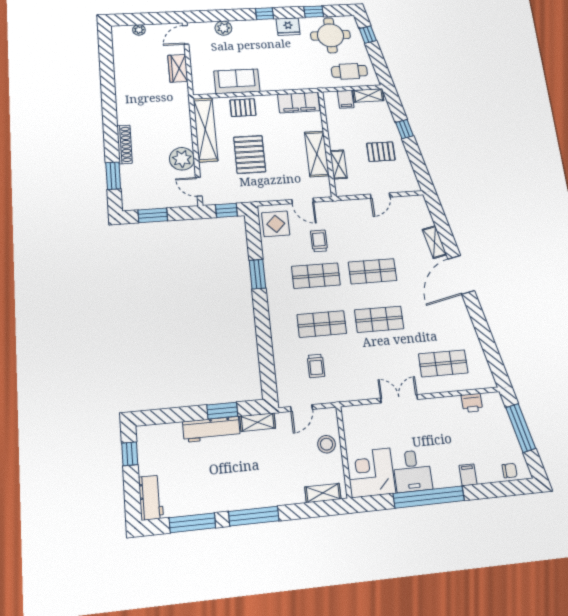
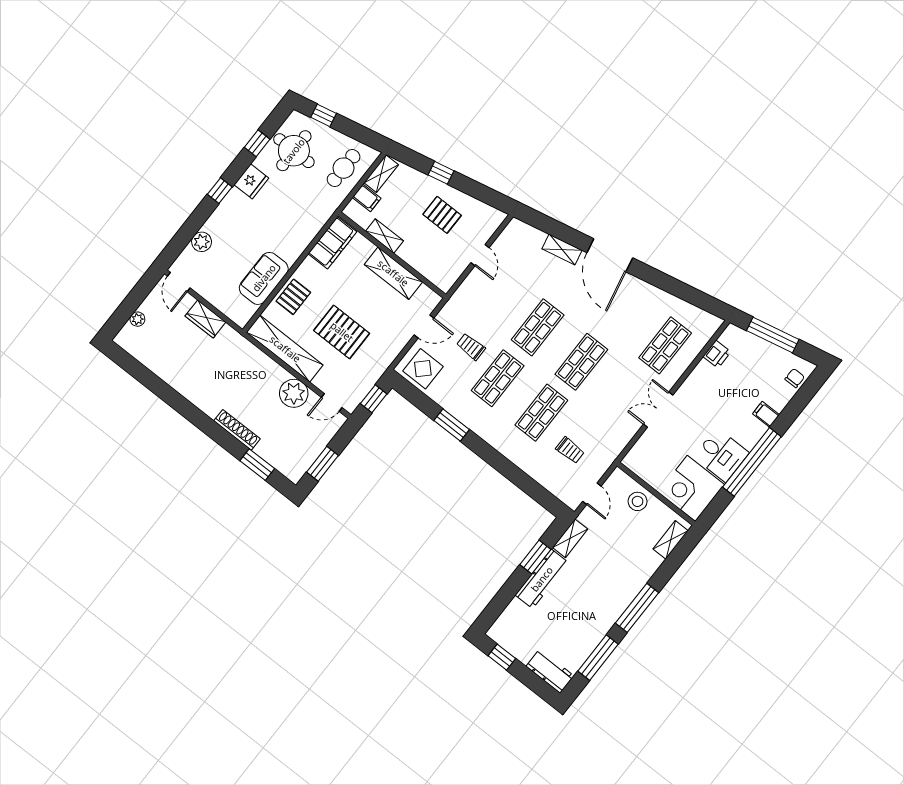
pallet: (381, 152) -> (442, 215), turned 90
shelving: (338, 164) -> (385, 236), moved

